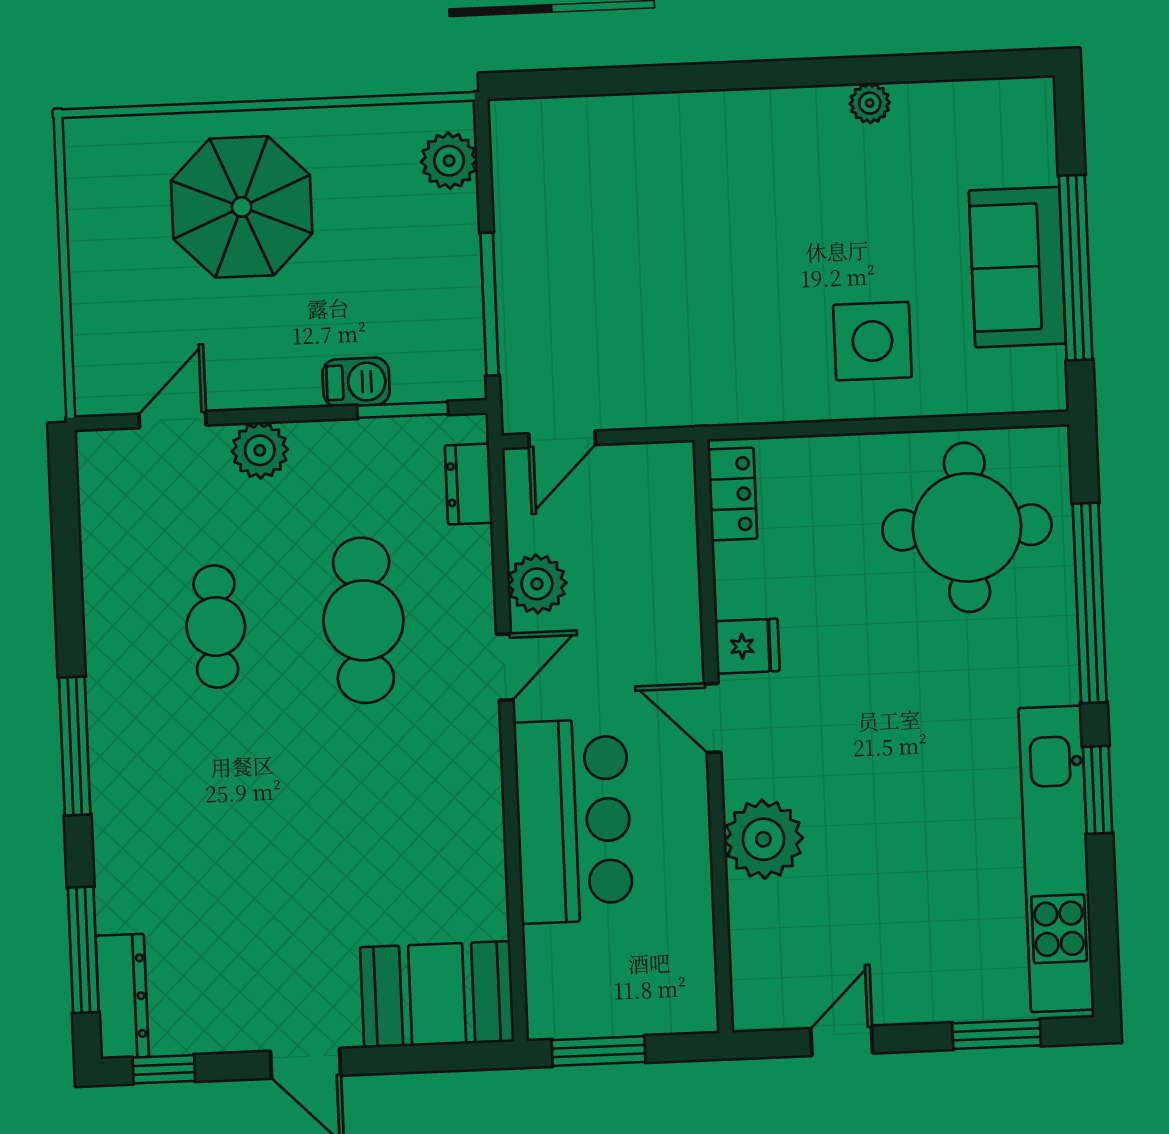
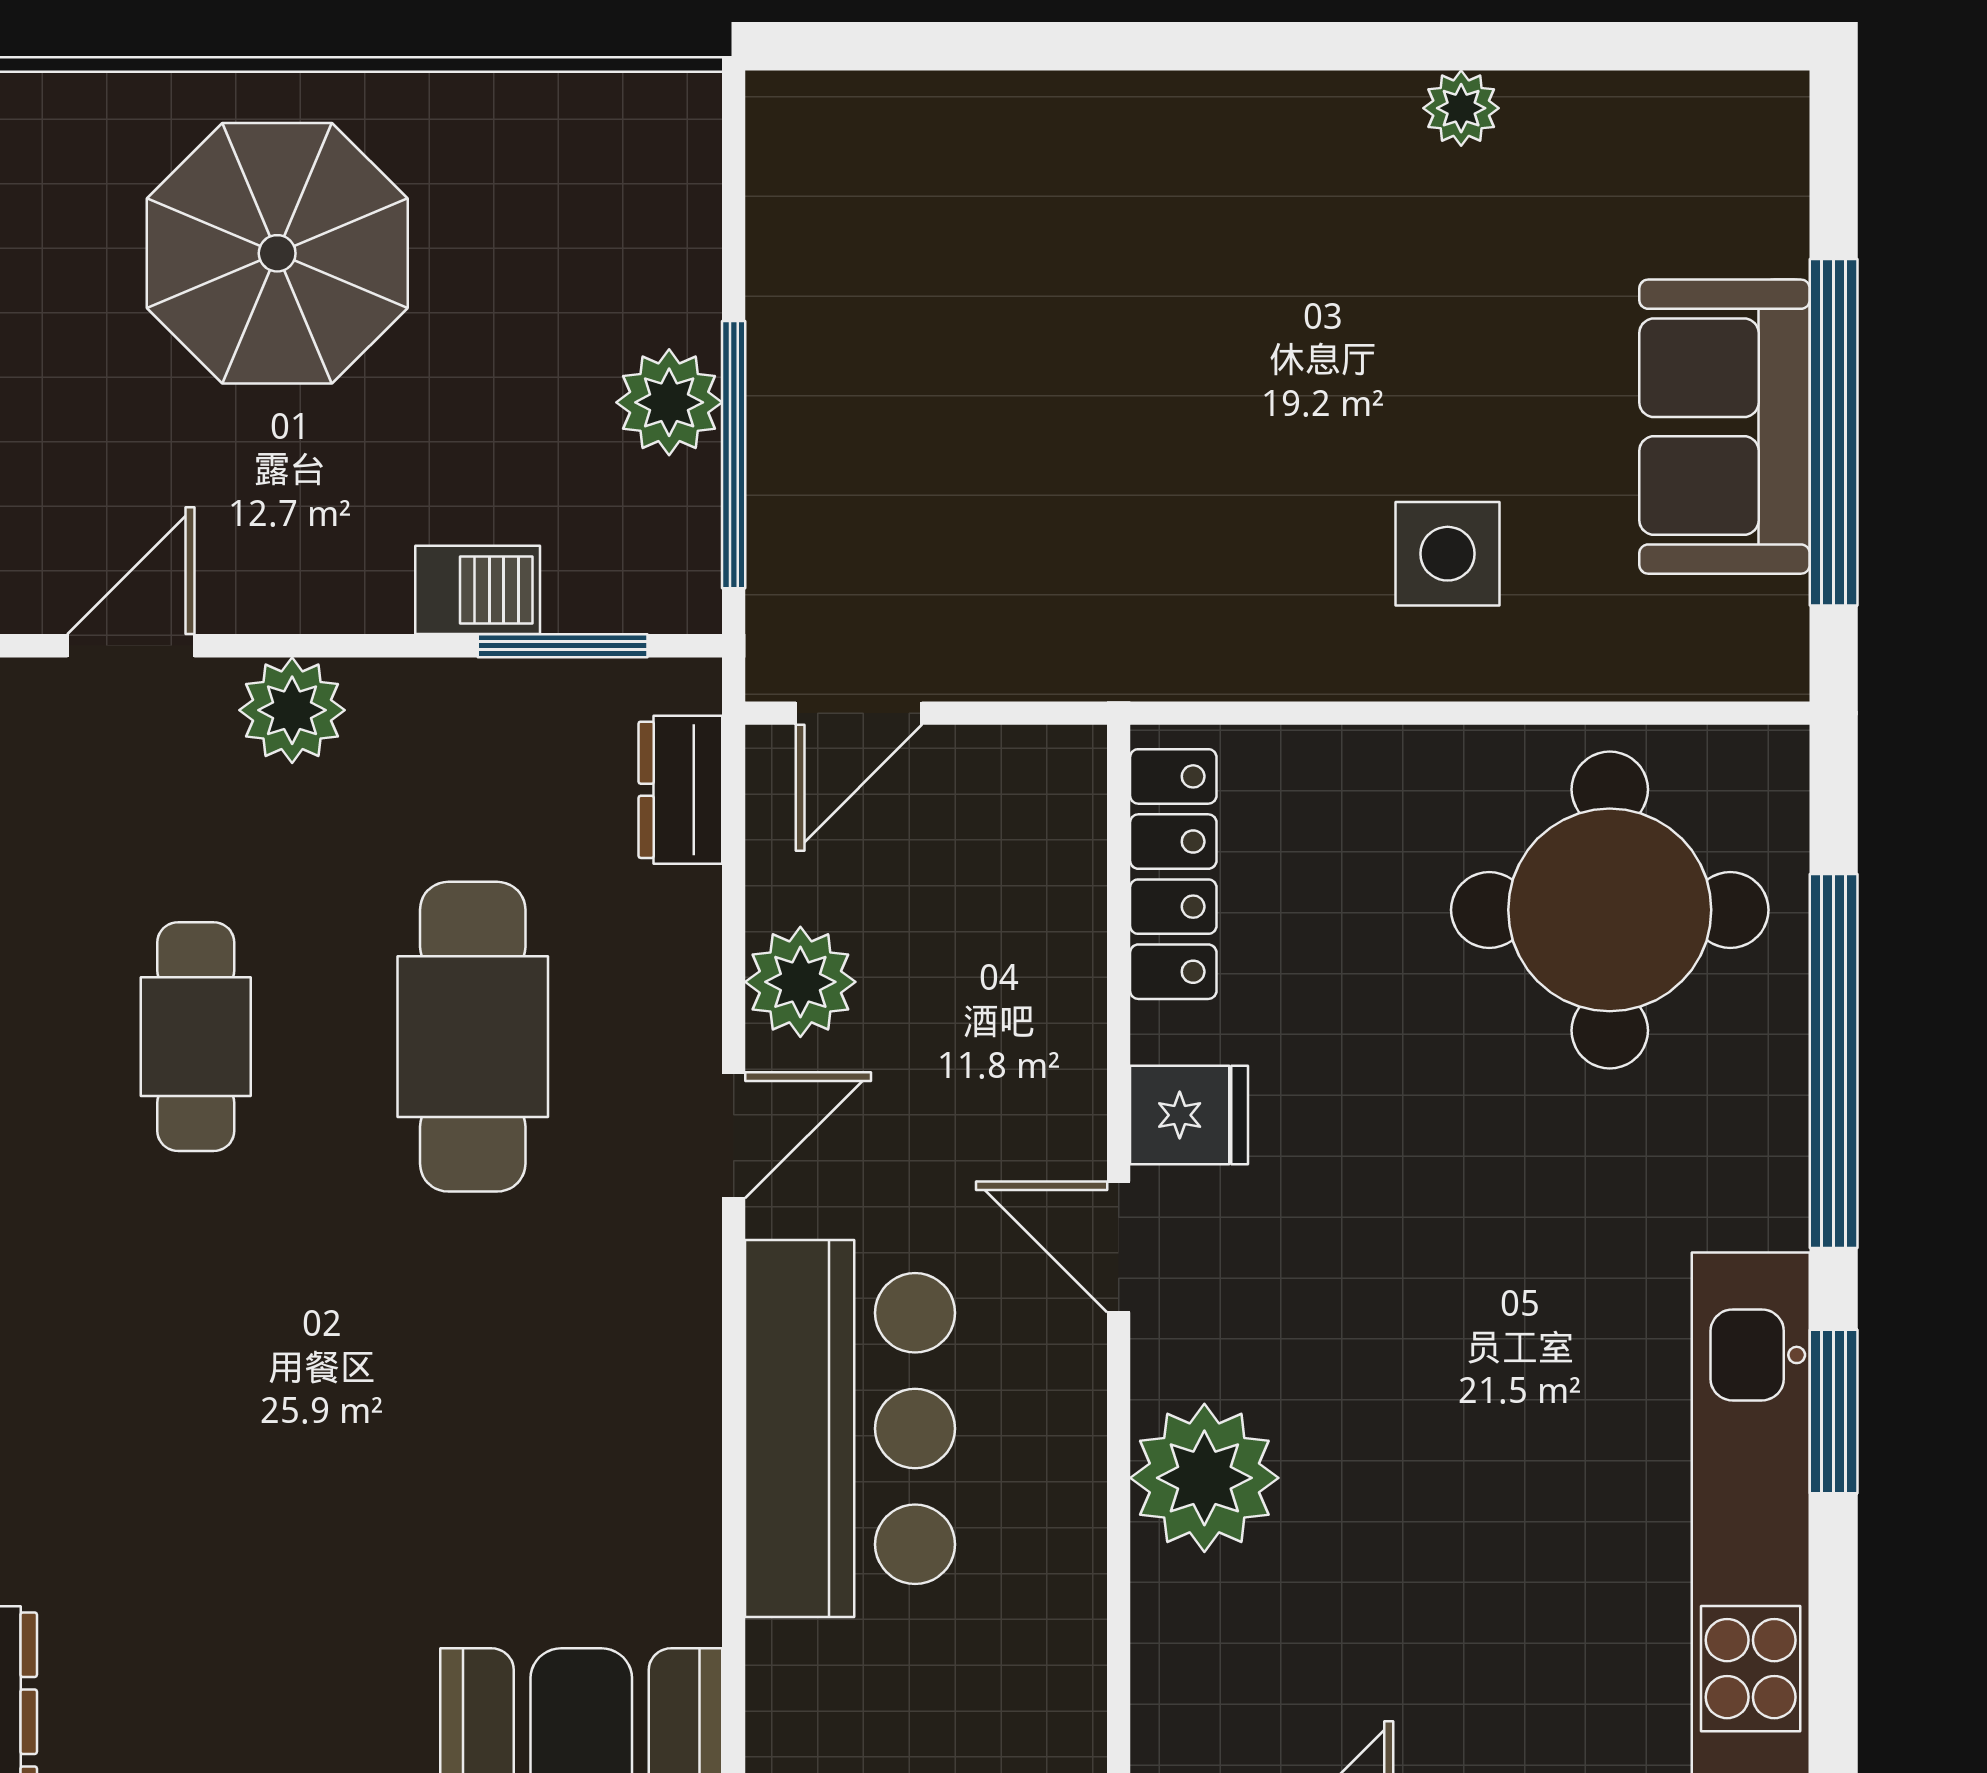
plant: (449, 161) -> (669, 402), moved
side table: (872, 341) -> (1448, 554), width x0.73, depth x0.73
locker: (732, 494) -> (1173, 874), width x1.53

